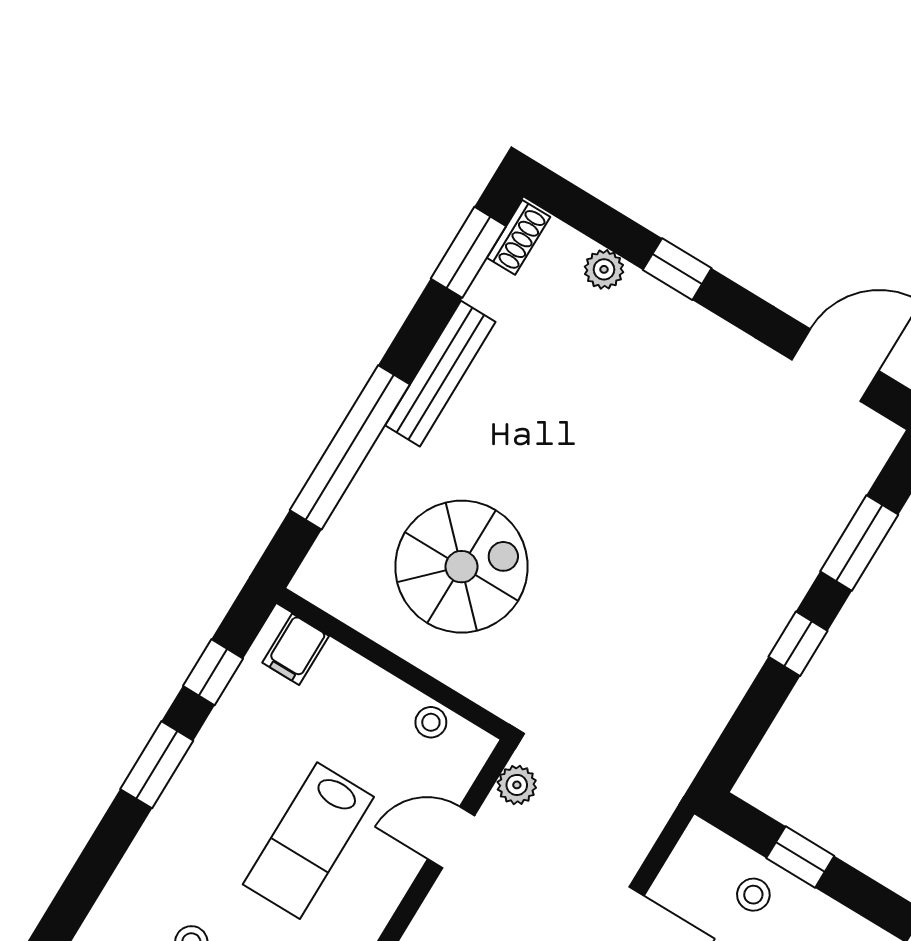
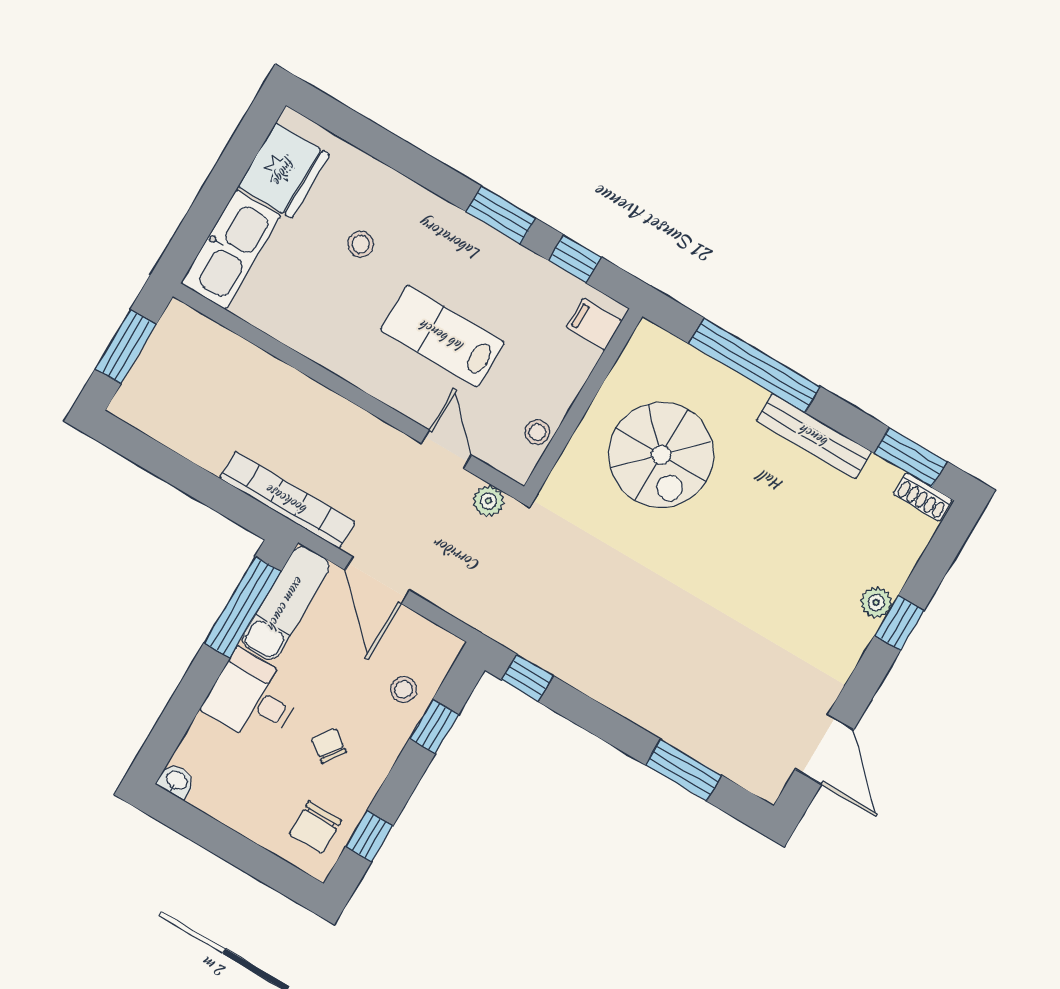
plant: (604, 269) -> (876, 602), moved
window: (798, 644) -> (528, 678), moved

